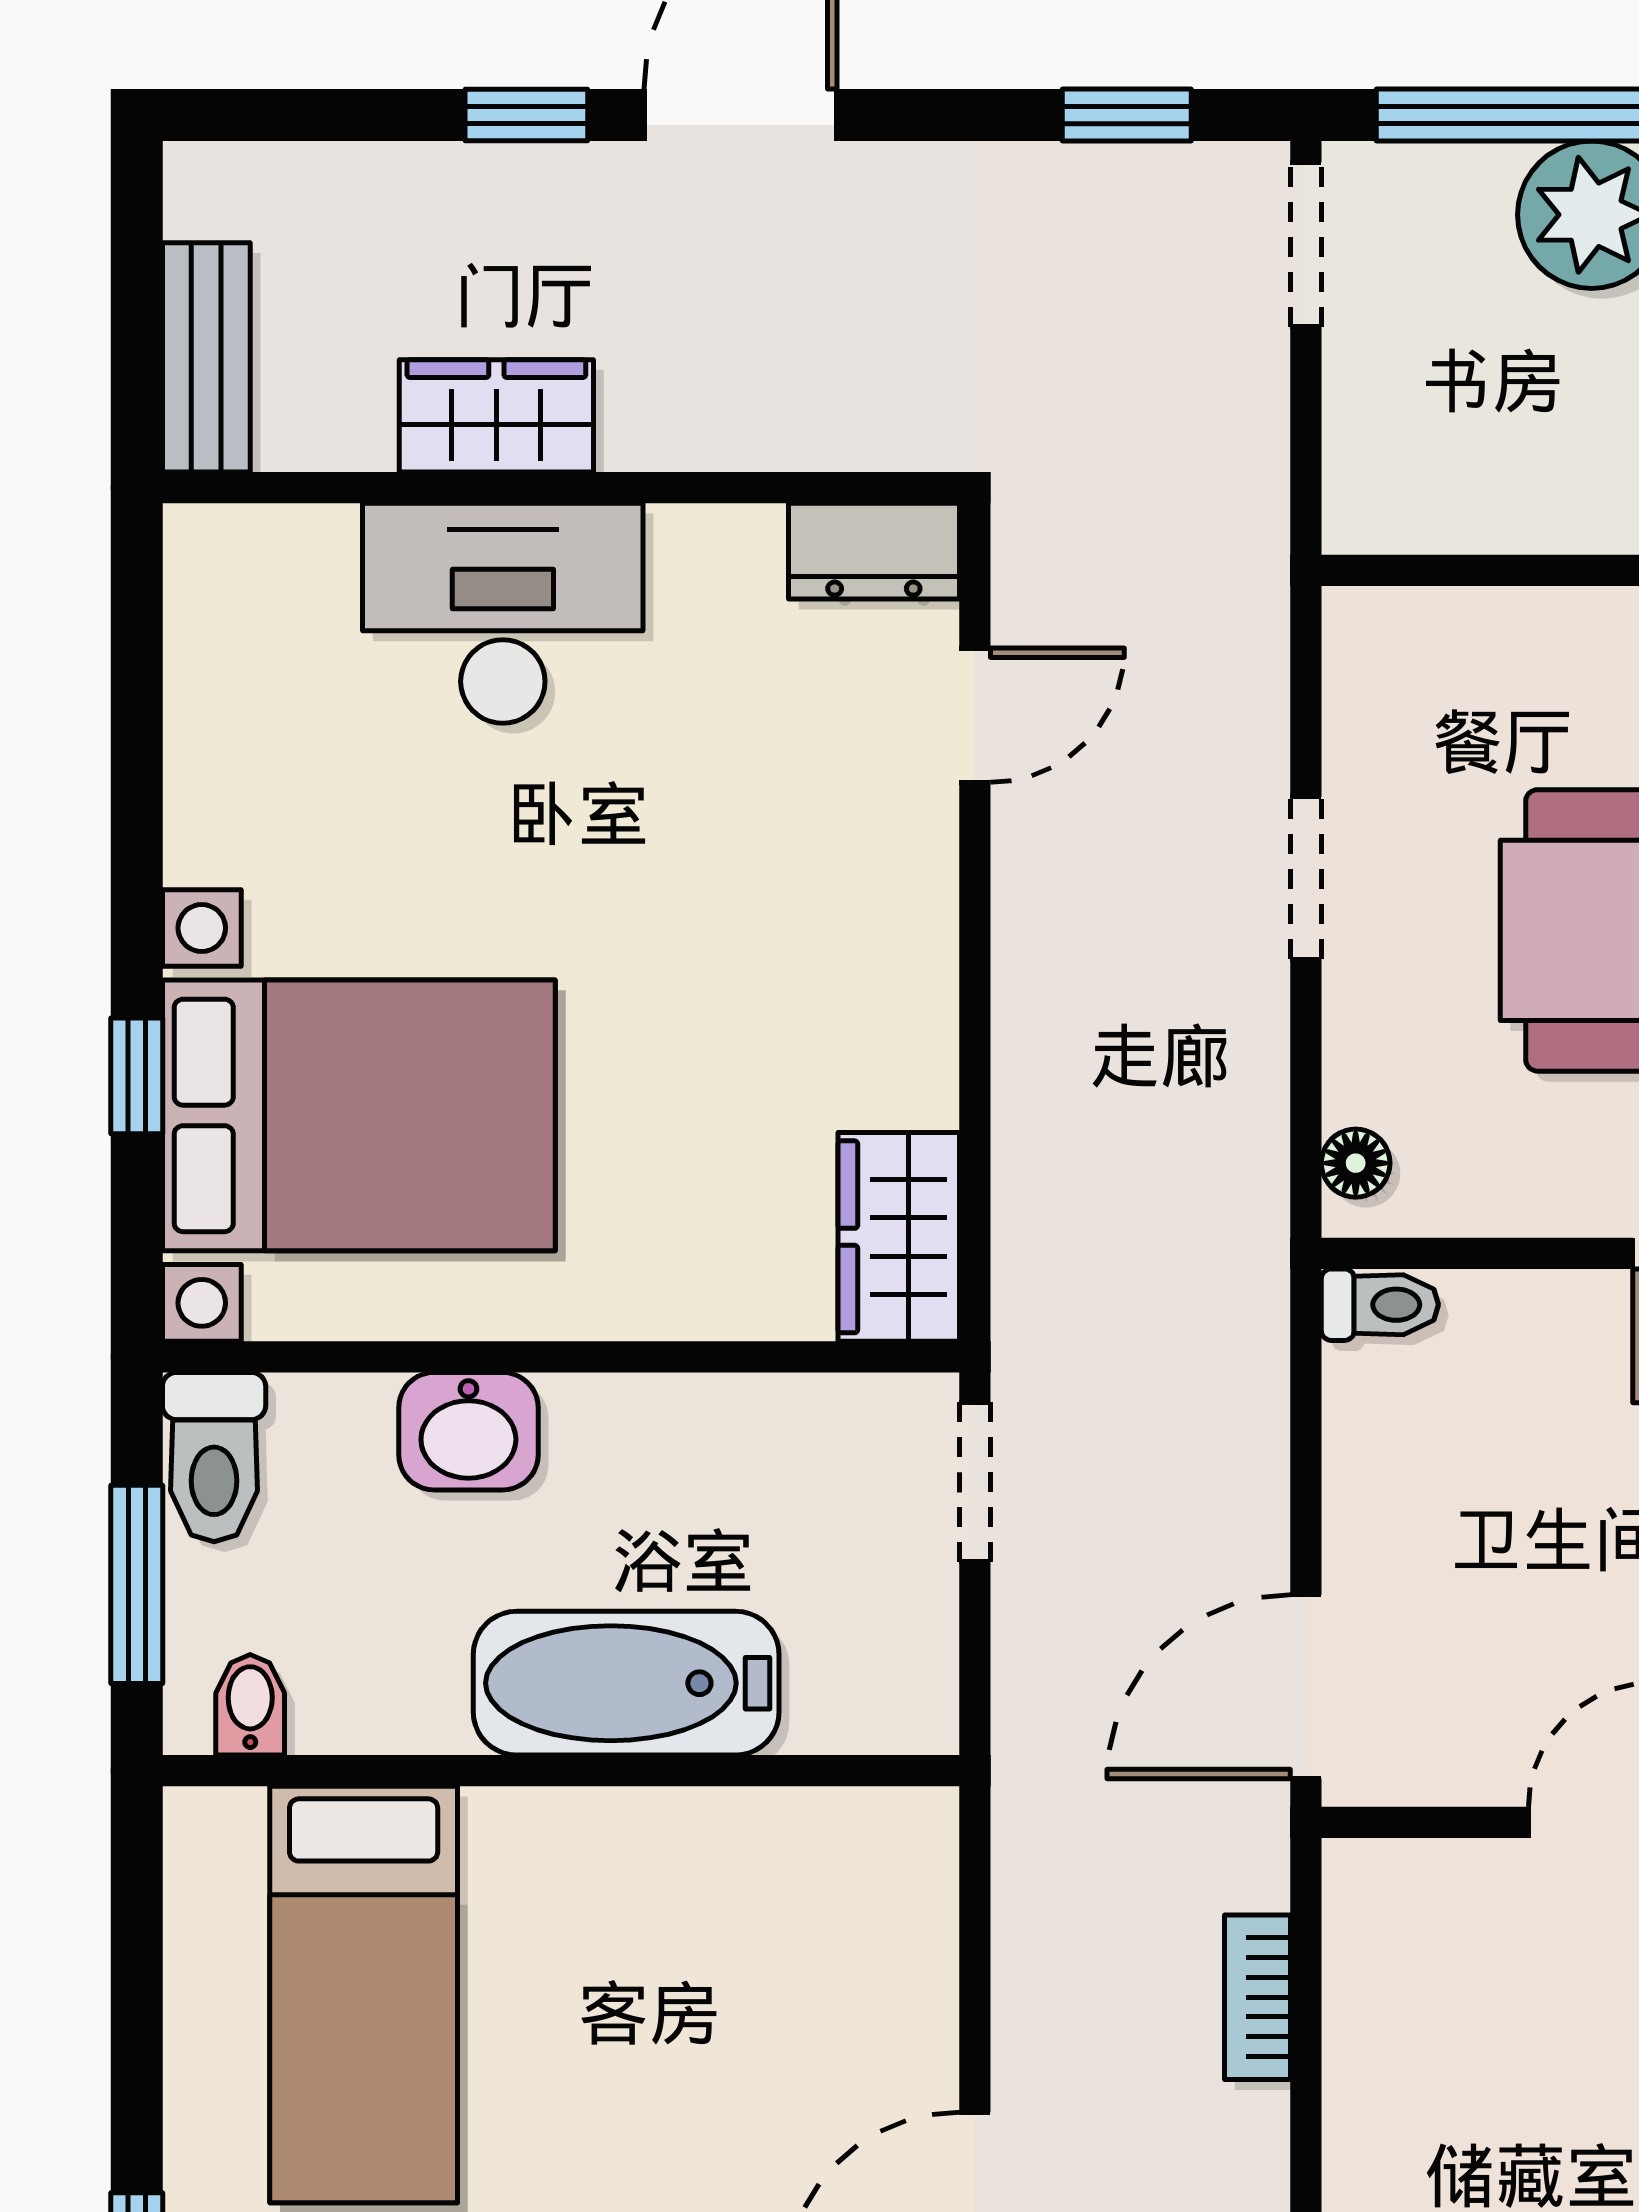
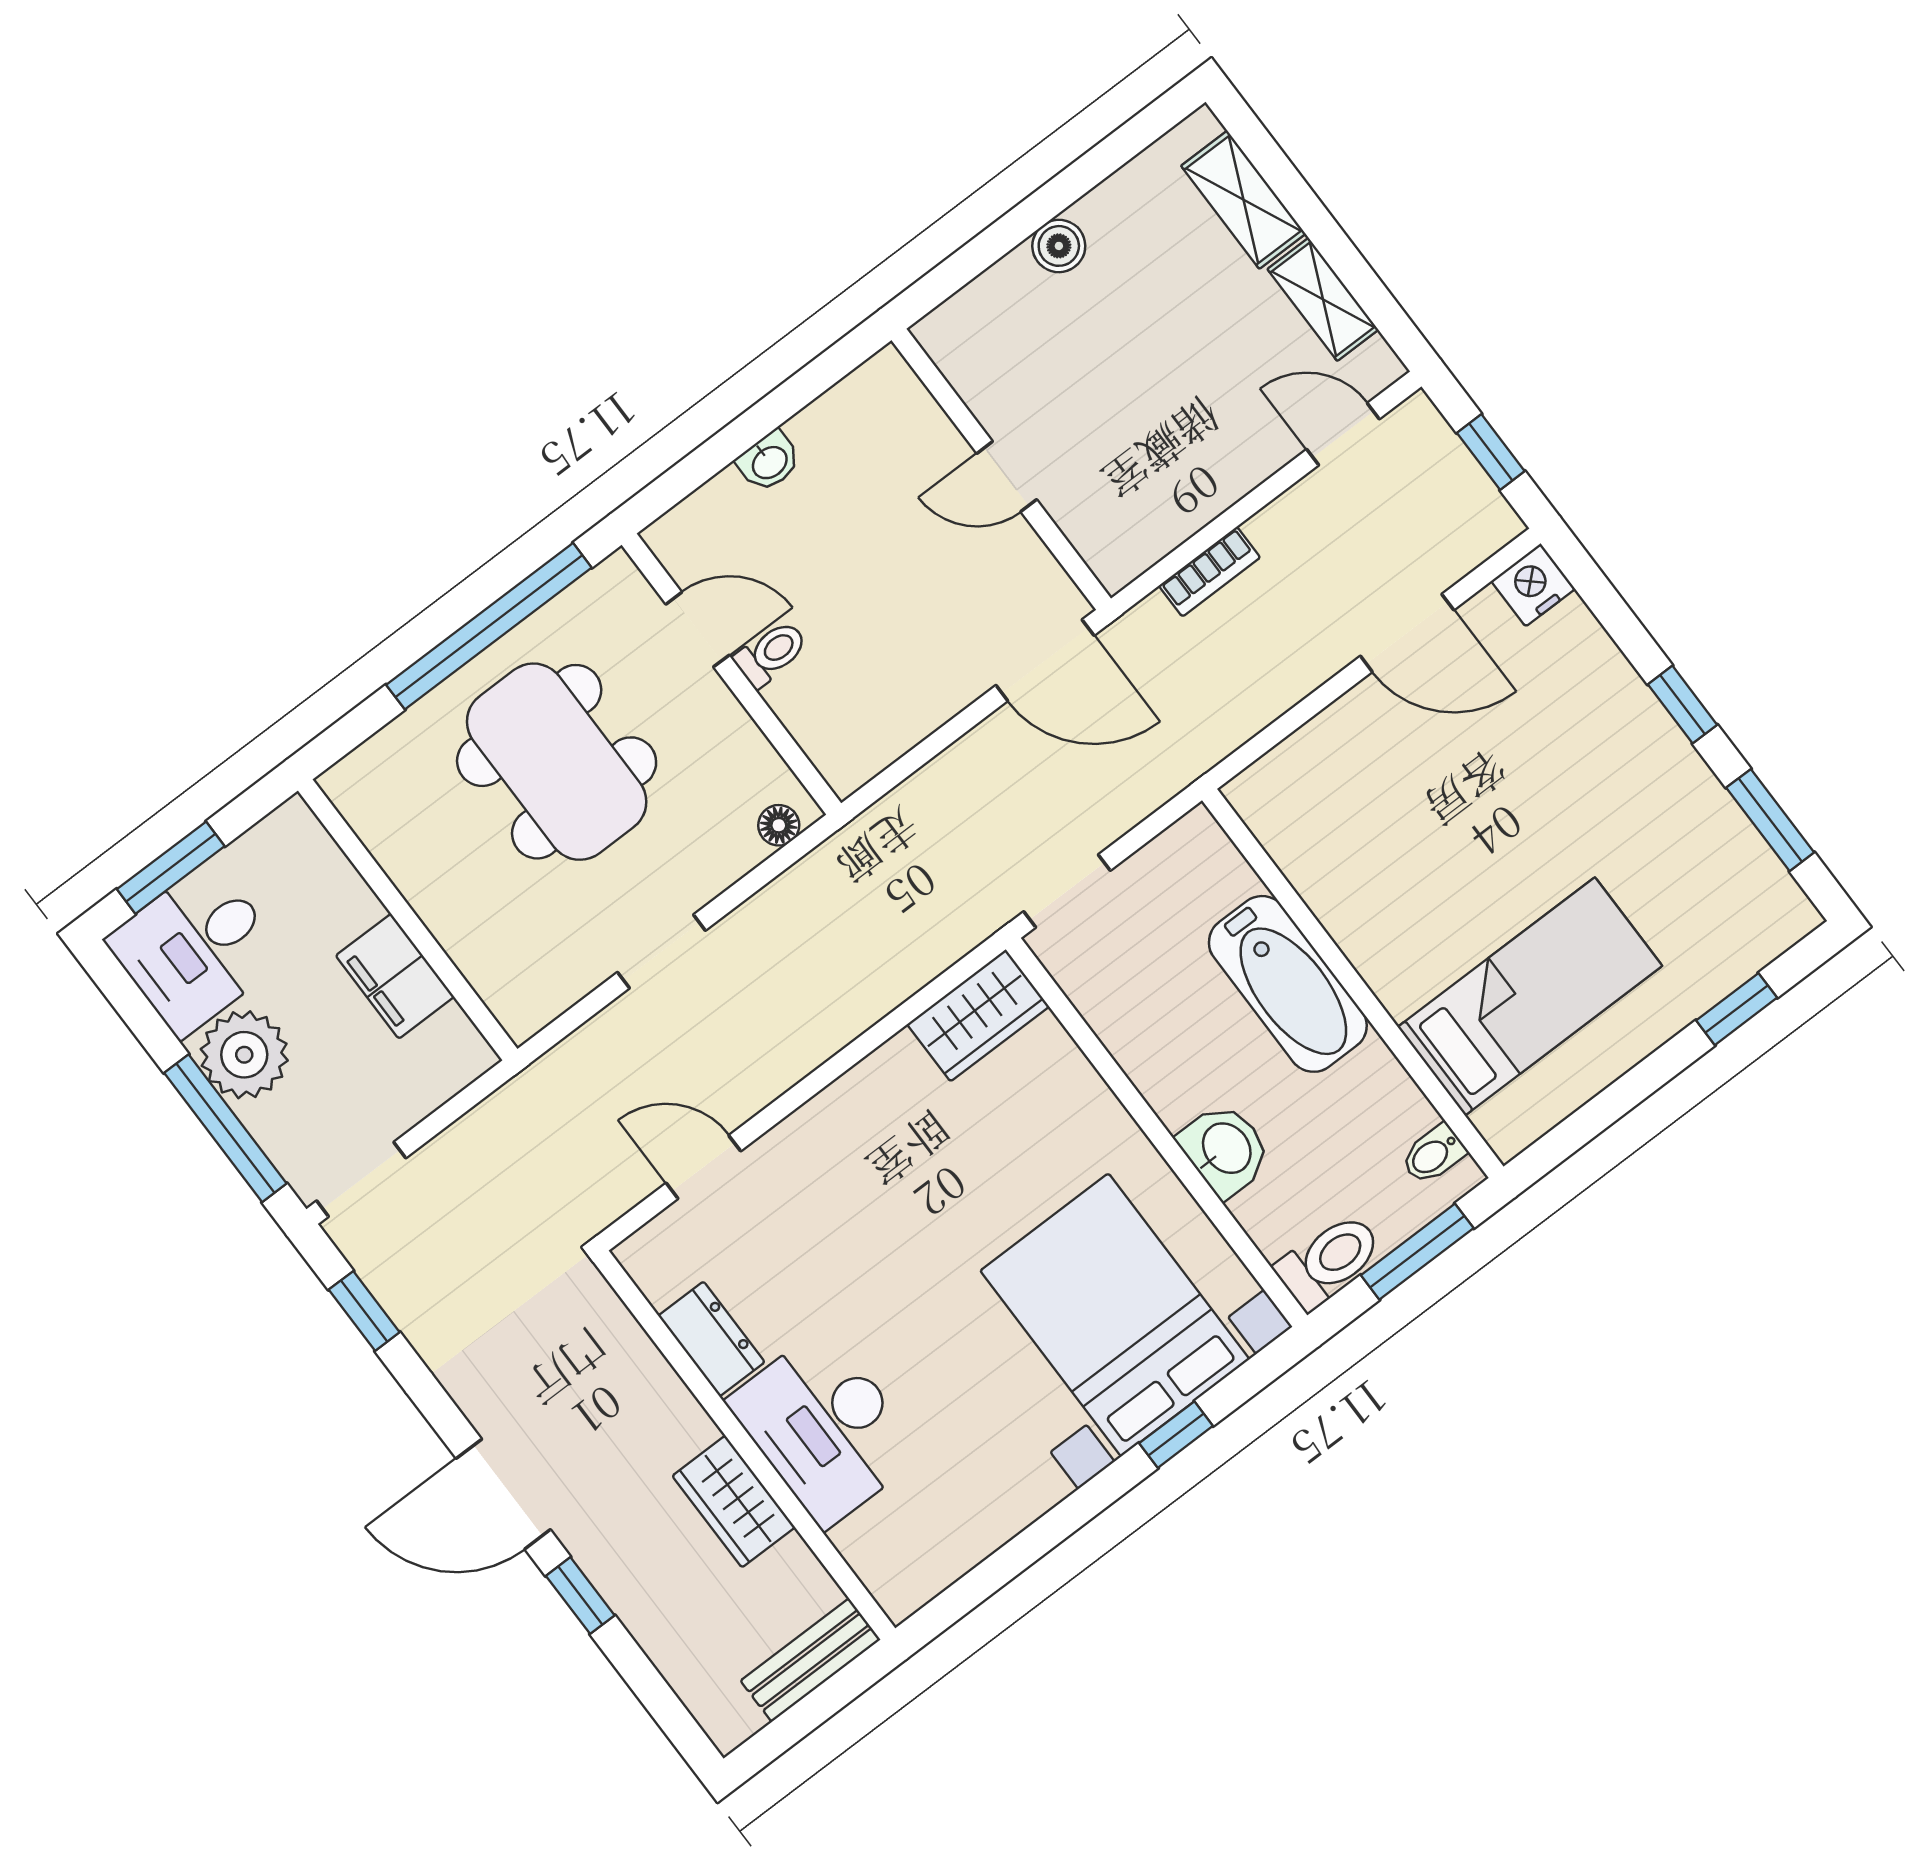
filing cabinet: (1544, 496) -> (395, 976), added
dresser: (874, 551) -> (711, 1339), moved
toilet: (1380, 1305) -> (771, 653), moved, turned 90

